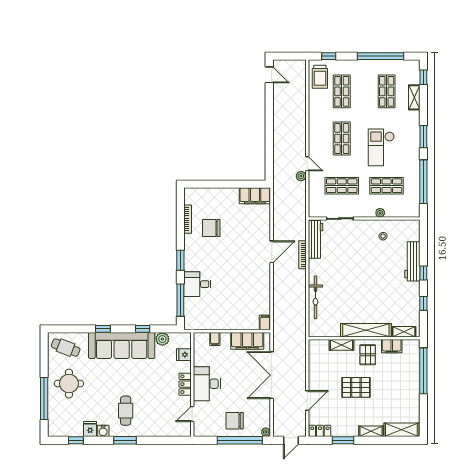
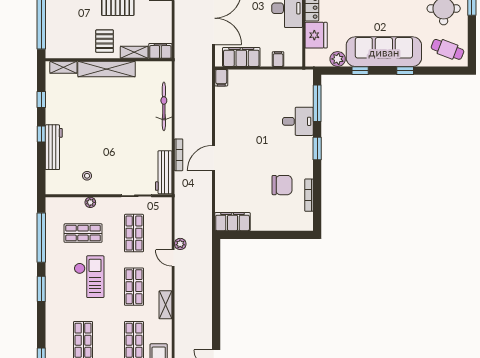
shelving: (414, 97) -> (165, 305), moved
shop shelf: (342, 186) -> (134, 233), turned 90
filing cabinet: (392, 346) -> (160, 51), moved
fridge: (184, 355) -> (316, 35), width x1.88, depth x1.34

